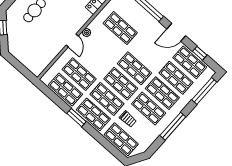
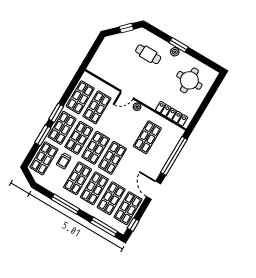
window: (200, 53) -> (133, 225), moved
window: (97, 136) -> (43, 135), added

